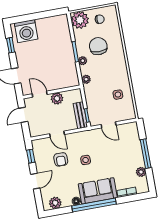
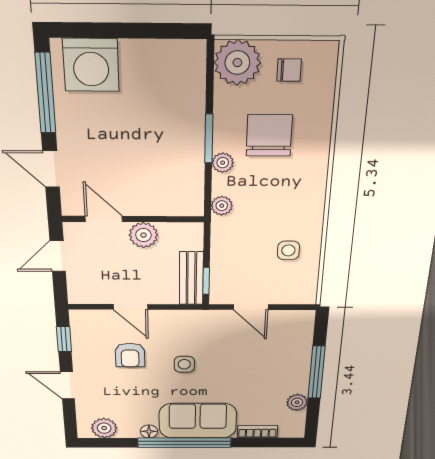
window: (11, 45) -> (45, 93), width x2.17
door: (35, 181) -> (67, 385), swing flipped

